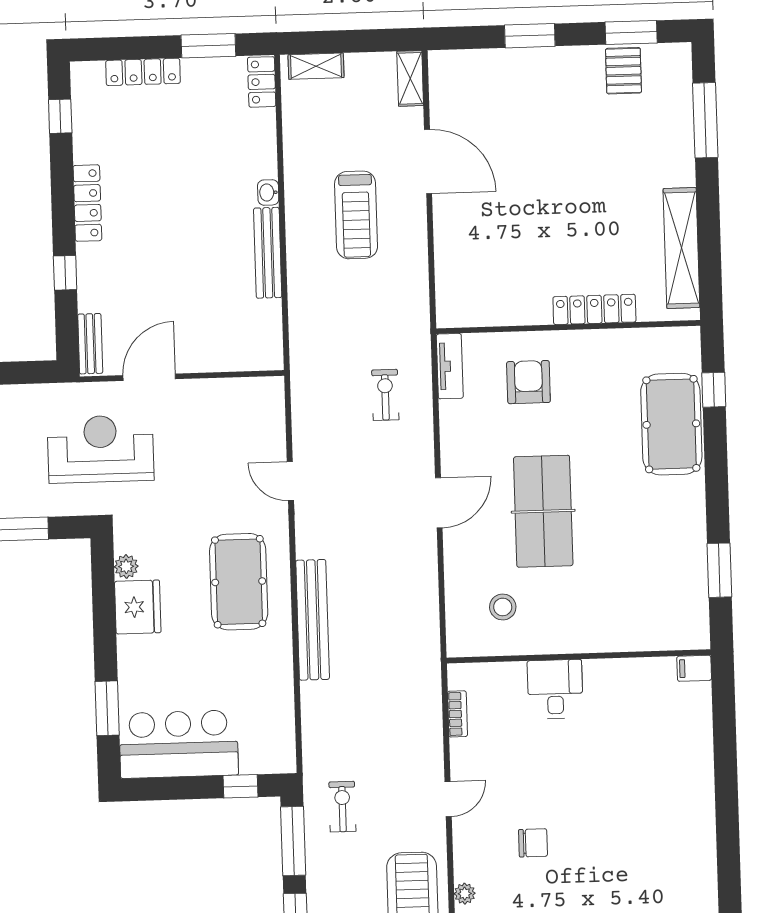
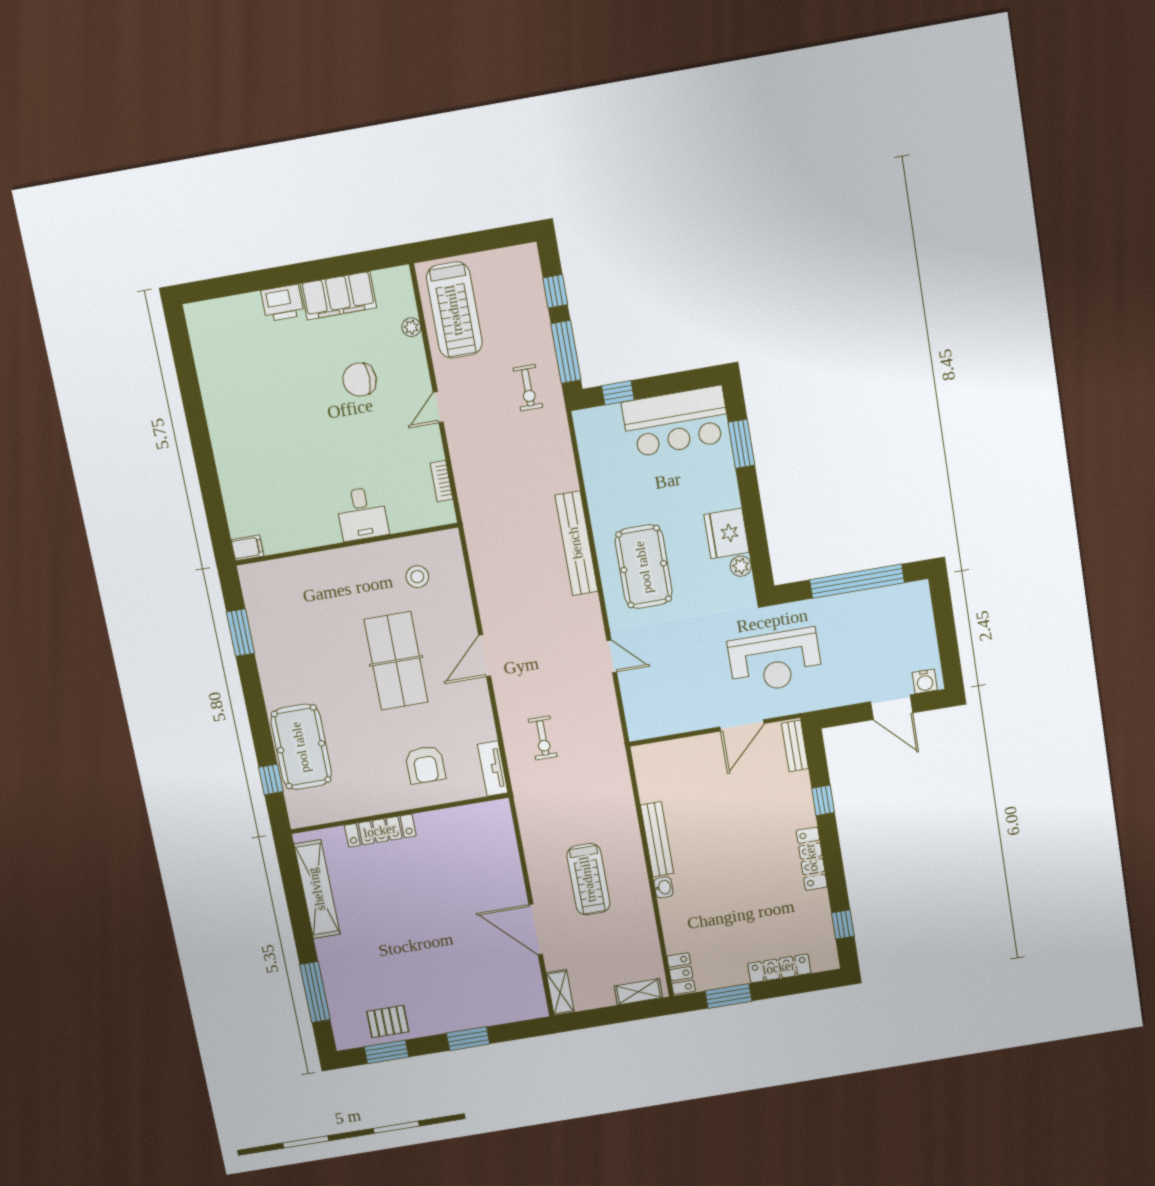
pallet: (623, 71) -> (388, 1022), turned 90
treadmill: (356, 215) -> (588, 879), turned 180
chair: (533, 843) -> (360, 380), width x1.37, depth x1.37

